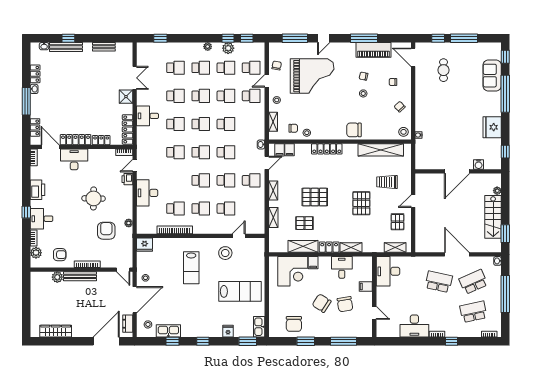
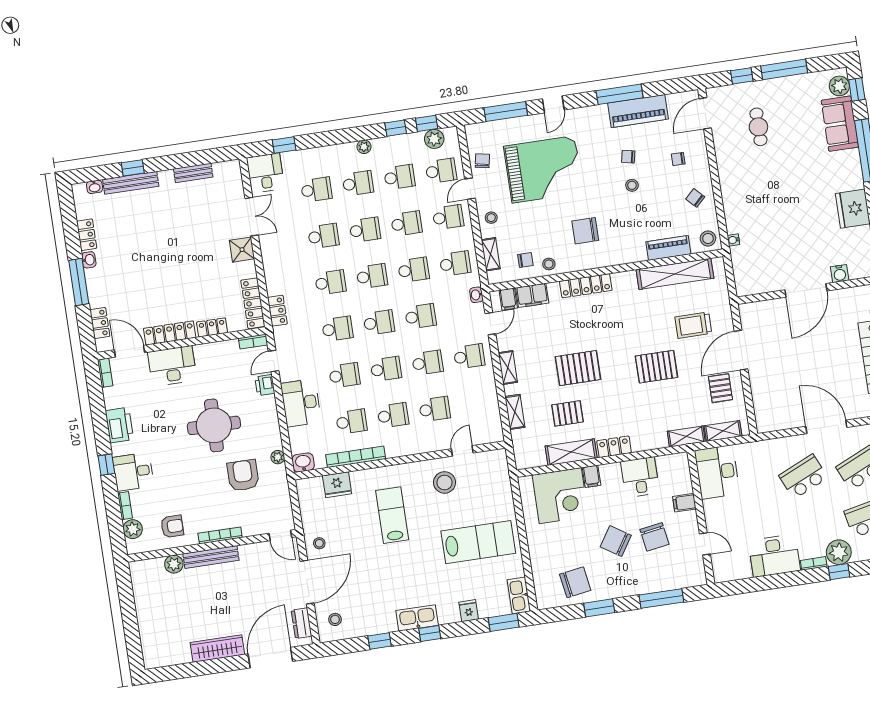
plant: (228, 48) -> (434, 139), moved
plant: (495, 53) -> (839, 86), added
door: (413, 57) -> (705, 113), hinge flipped
desk: (148, 116) -> (265, 173), moved, turned 90
school desk: (251, 124) -> (455, 264), added
chair: (354, 130) -> (585, 231), moved
piano: (379, 134) -> (668, 248), added
locker: (141, 136) -> (277, 311), added
filing cabinet: (290, 150) -> (532, 295), width x2.00
school desk: (175, 180) -> (344, 375), added
round table: (94, 198) -> (214, 425), width x1.36, depth x1.36
door: (413, 201) -> (741, 350), width x1.87
pallet: (361, 203) -> (656, 367), turned 90
washbasin: (143, 228) -> (303, 462), added
fridge: (145, 245) -> (337, 485), moved
shelving: (351, 247) -> (686, 436), moved
lab bench: (191, 268) -> (392, 515), turned 180
school desk: (439, 282) -> (803, 477), turned -36
chair: (294, 324) -> (575, 582), turned -99
plant: (453, 330) -> (839, 552), added
wardrobe: (56, 331) -> (217, 648), moved
kitchen sink: (168, 331) -> (417, 618), moved

